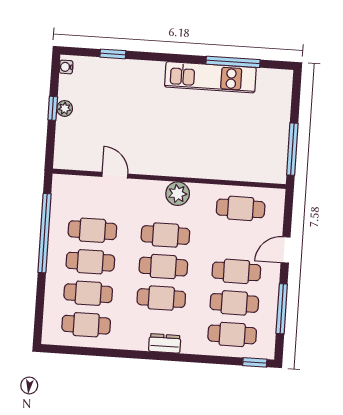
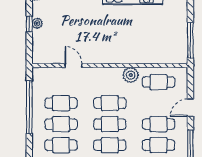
plant: (178, 194) -> (131, 75), moved

